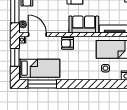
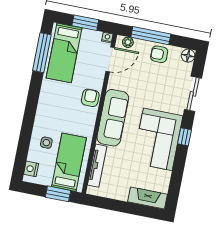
sofa: (84, 25) -> (113, 118), width x1.36

